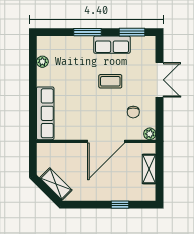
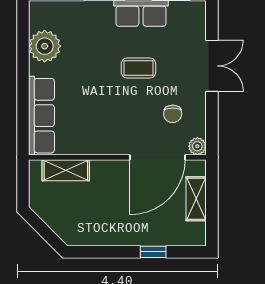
plant: (42, 62) -> (45, 46), width x1.87, depth x1.87
door: (106, 141) -> (157, 157), moved
shelving: (56, 184) -> (66, 170), moved, turned -45

